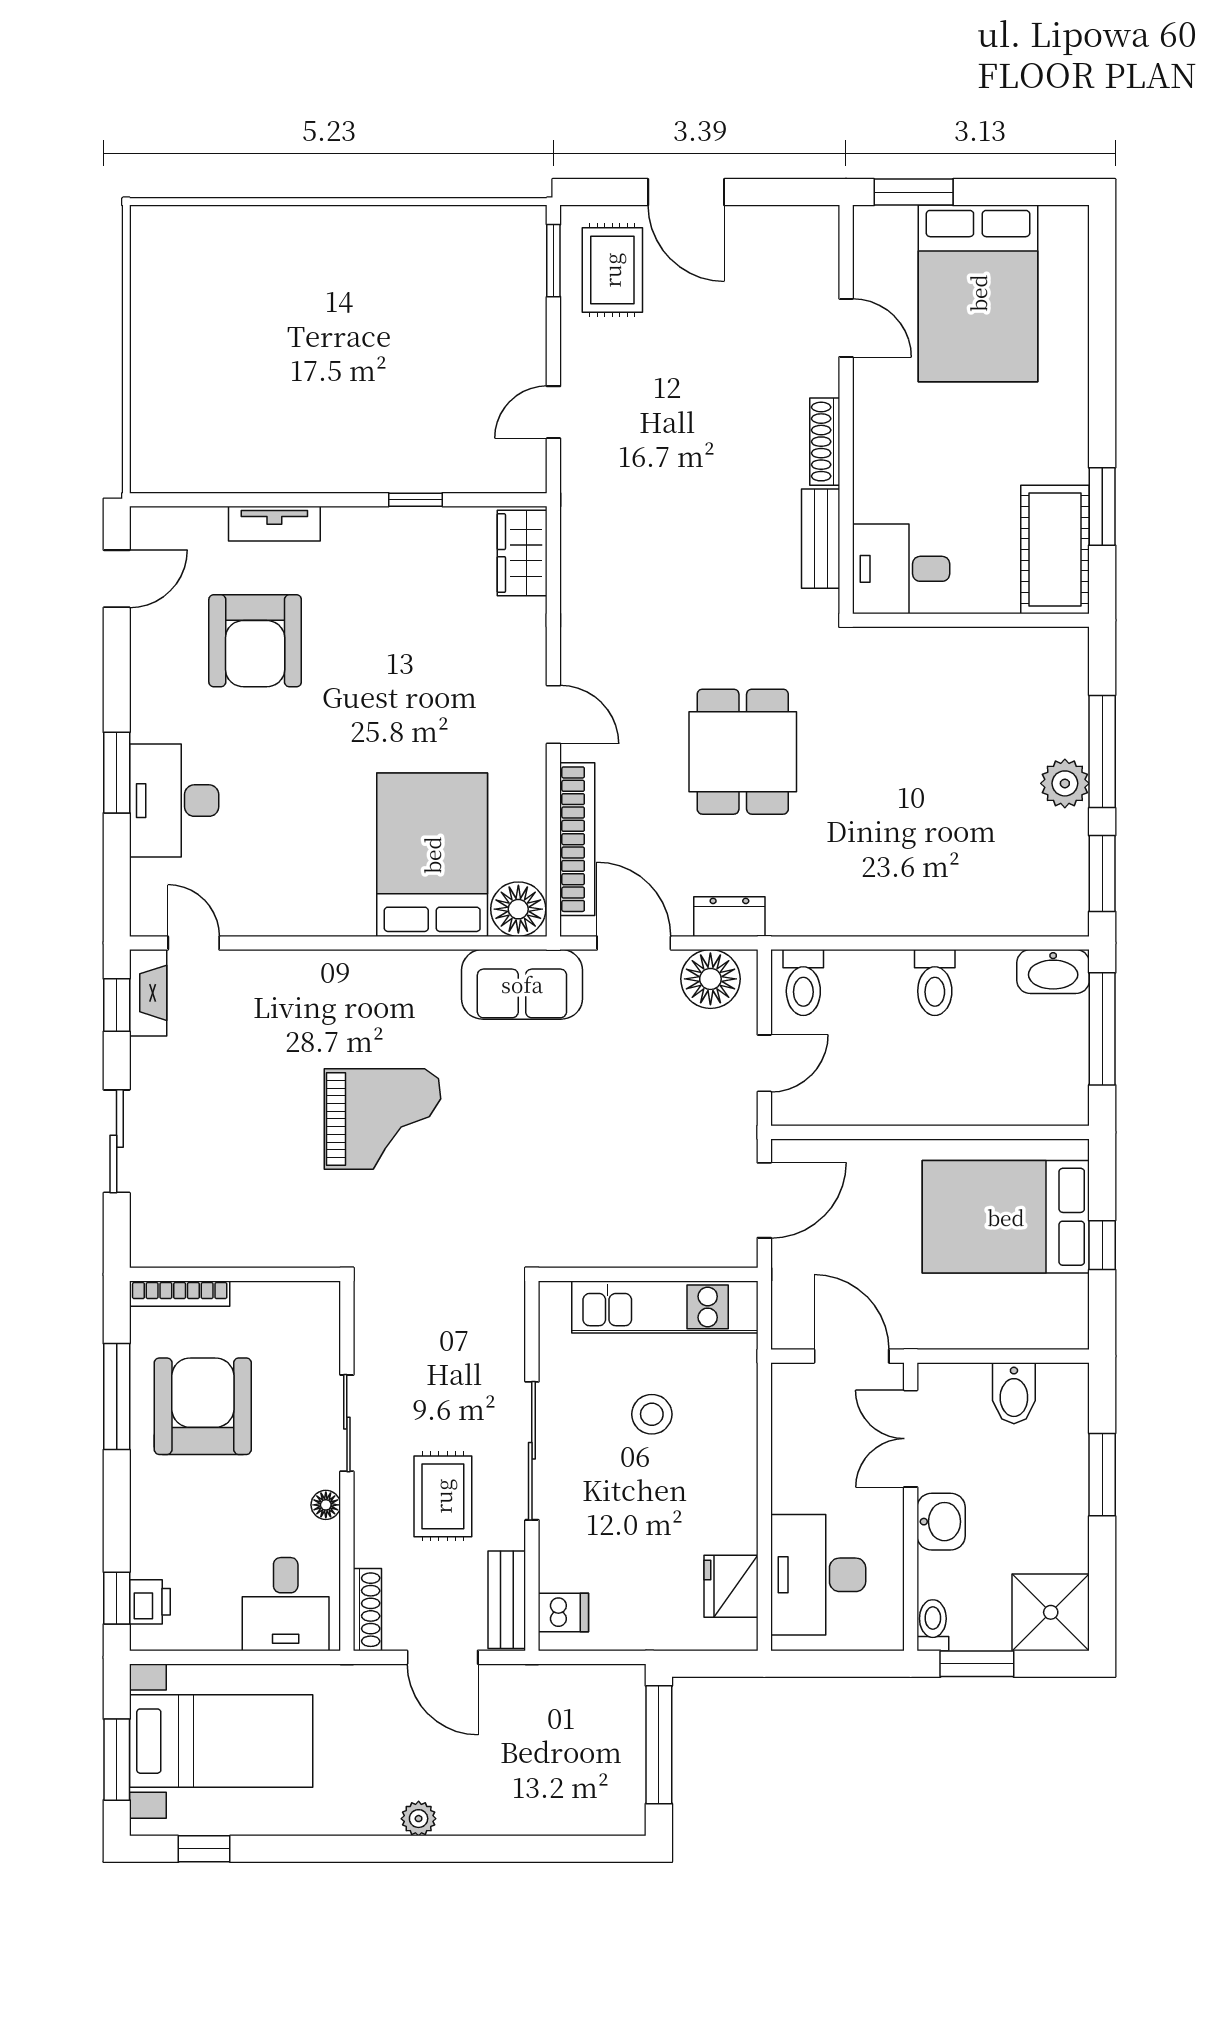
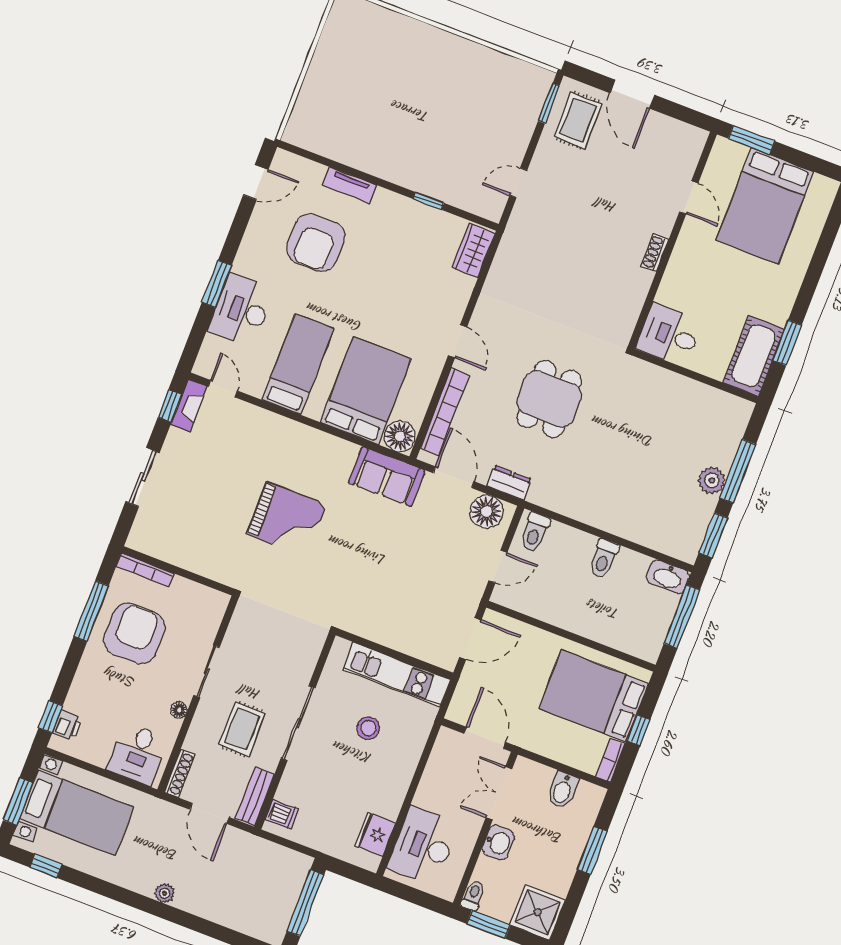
shoe rack: (825, 442) -> (655, 253), width x0.70
bench: (821, 539) -> (633, 303), removed
bed: (303, 854) -> (298, 364), added
bookcase: (1075, 1313) -> (610, 760), added

